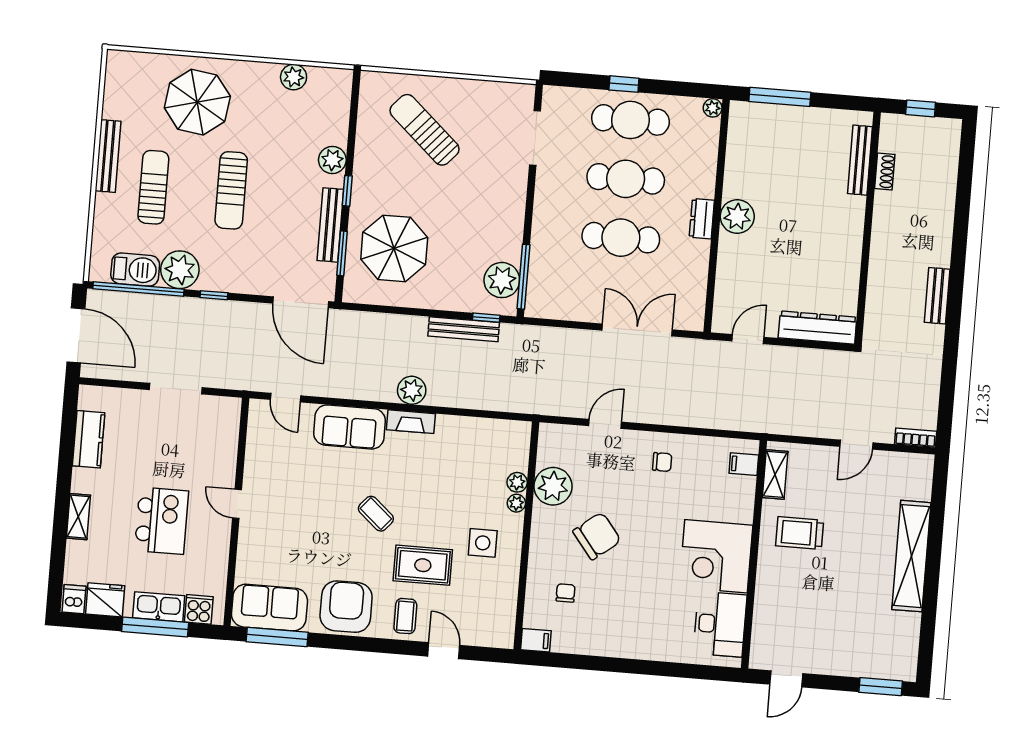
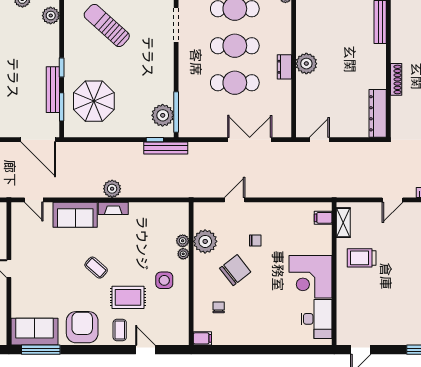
plant: (332, 160) -> (51, 16), moved
shoe rack: (885, 172) -> (396, 79), moved, width x1.43
dresser: (817, 328) -> (378, 113), moved, turned -90
bench: (464, 329) -> (166, 148), moved
chair: (662, 462) -> (255, 241), moved

